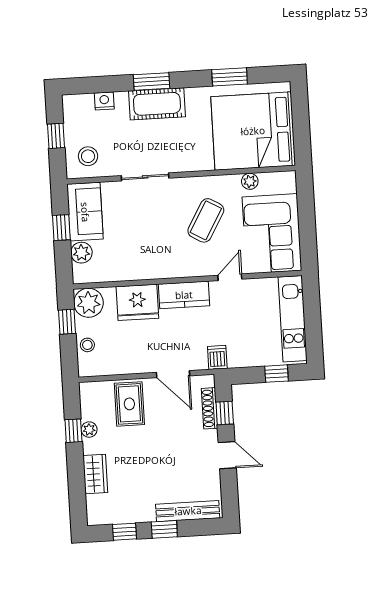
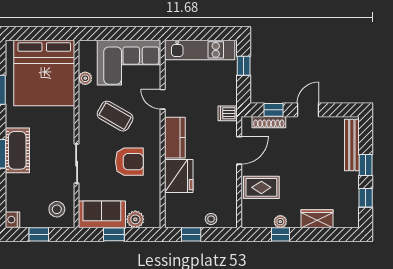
nightstand: (104, 101) -> (12, 220), moved
armchair: (151, 241) -> (129, 162), added
plant: (89, 303) -> (177, 216), removed

